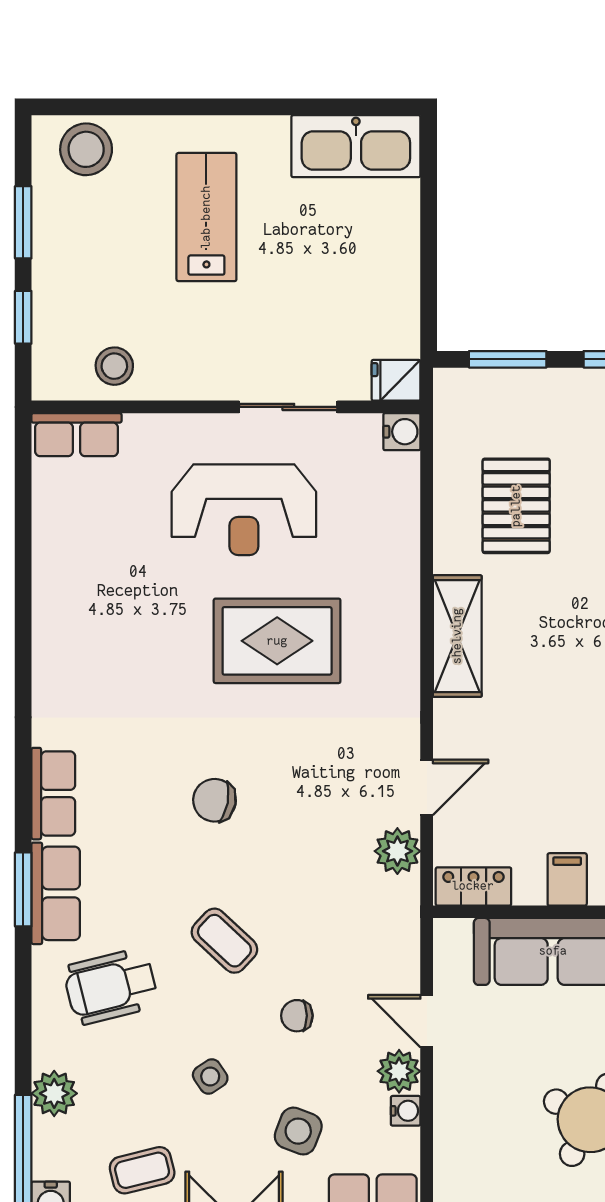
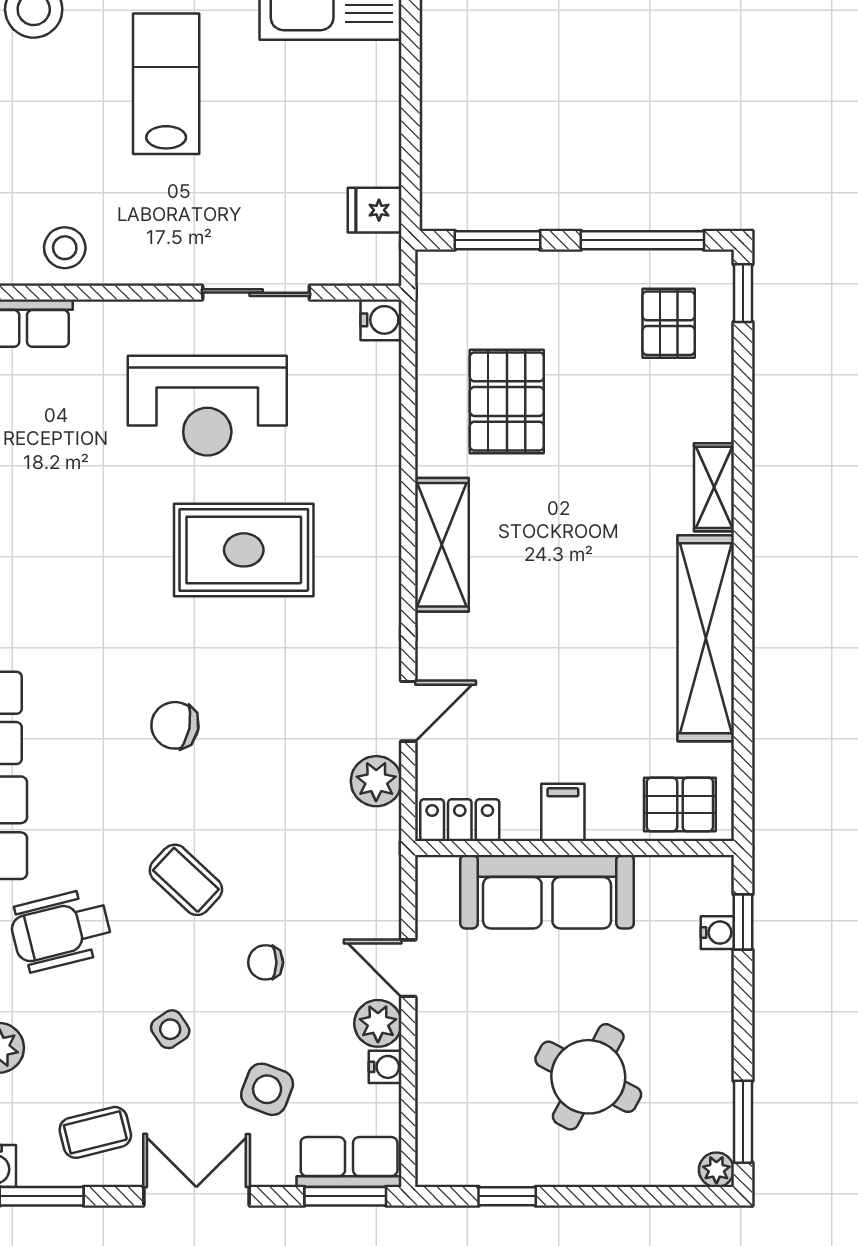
fridge: (396, 380) -> (375, 210), moved

